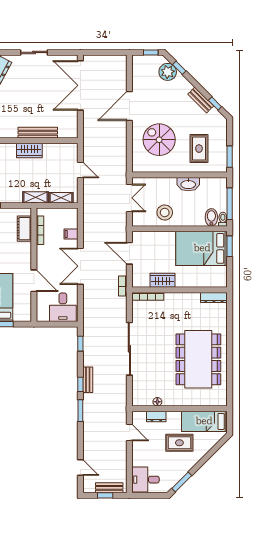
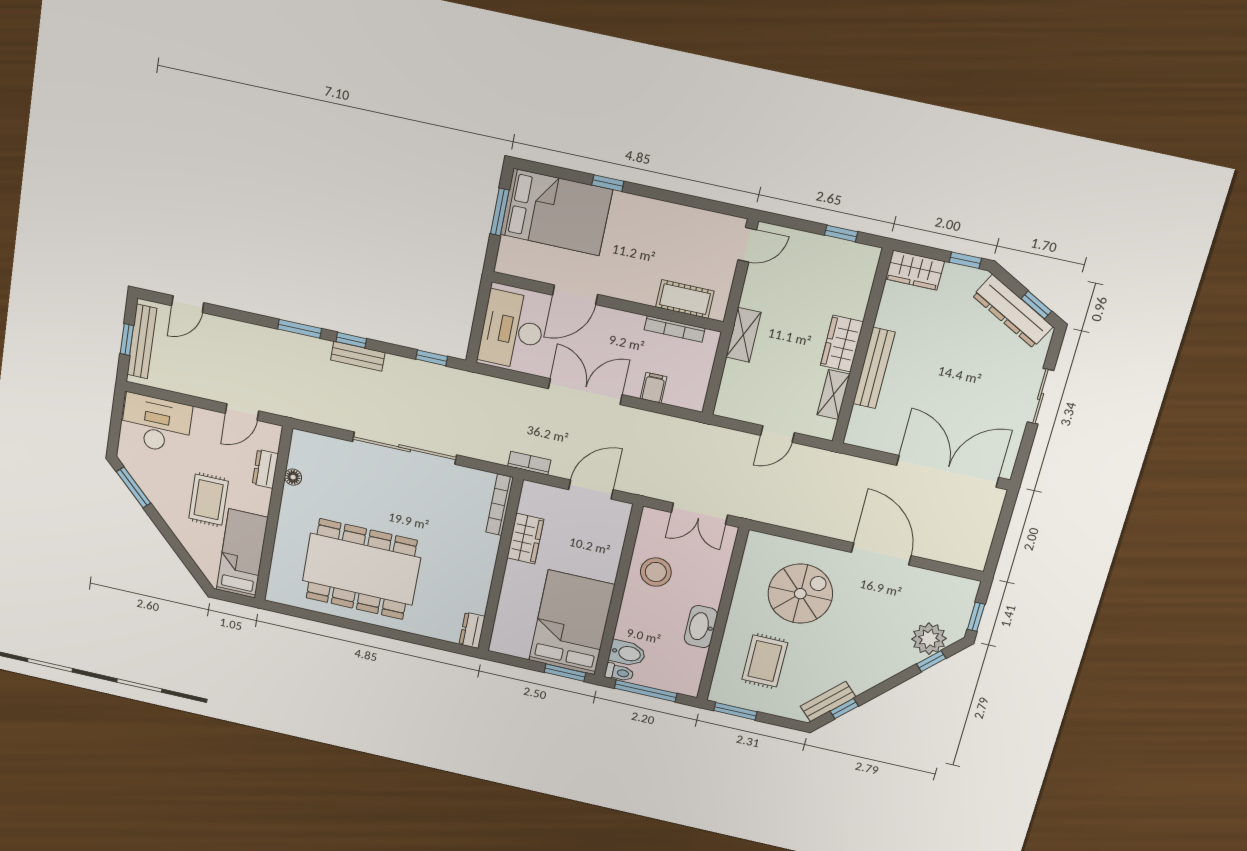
bench: (201, 100) -> (828, 702), moved
rug: (199, 149) -> (765, 661), turned 90
shelving: (61, 198) -> (833, 395), moved
dresser: (214, 298) -> (472, 630), width x0.70
desk: (63, 307) -> (512, 330), width x1.37
desk: (145, 480) -> (156, 424), width x1.37
bench: (109, 488) -> (142, 341), width x1.36

